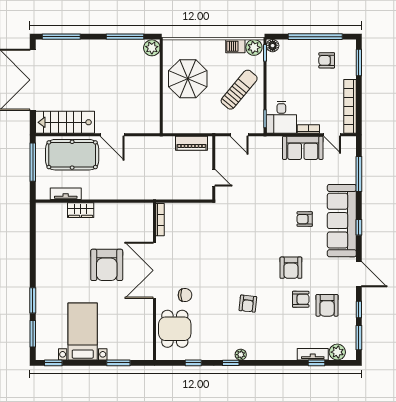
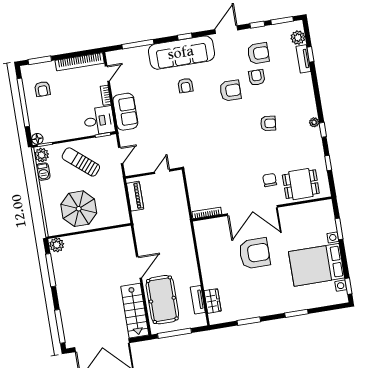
sofa: (303, 148) -> (125, 112), moved
wardrobe: (81, 210) -> (213, 301), moved
bed with nightstands: (83, 331) -> (317, 265), width x1.36
window: (33, 334) -> (249, 321), moved

